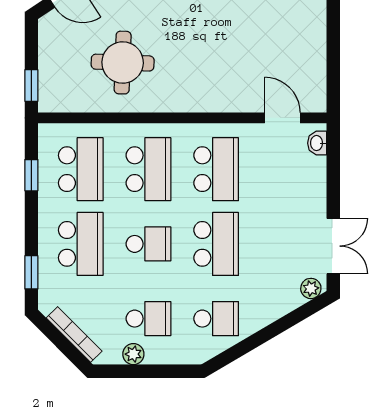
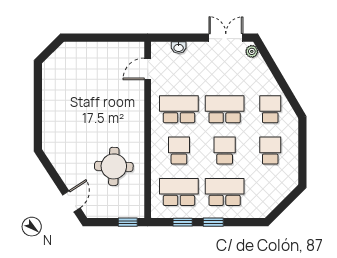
washbasin: (317, 143) -> (179, 48), moved
school desk: (148, 169) -> (179, 151), width x0.54
window: (31, 272) -> (213, 222), moved
bookcase: (74, 335) -> (280, 196), removed
plant: (133, 354) -> (292, 160), removed

